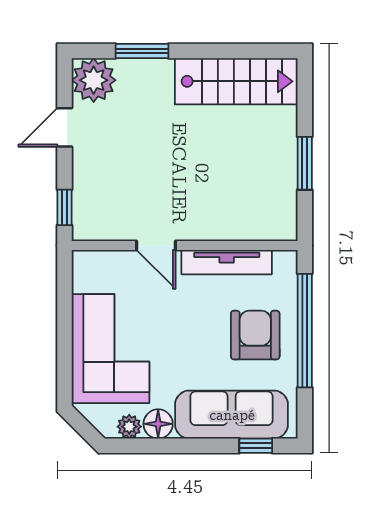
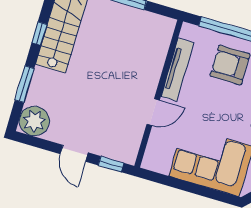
window: (220, 51) -> (39, 34), added
door: (64, 127) -> (74, 153), moved

